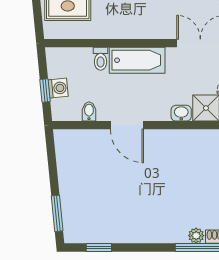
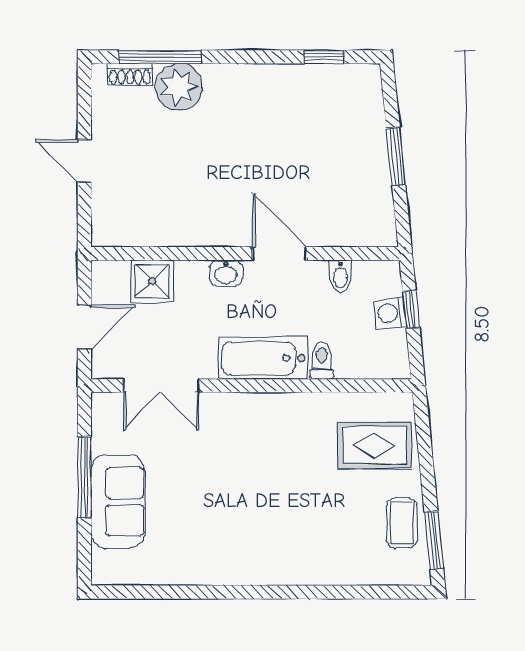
washbasin: (181, 113) -> (226, 273), moved
window: (57, 213) -> (396, 156), moved
plant: (196, 236) -> (179, 87), width x1.88, depth x1.88

